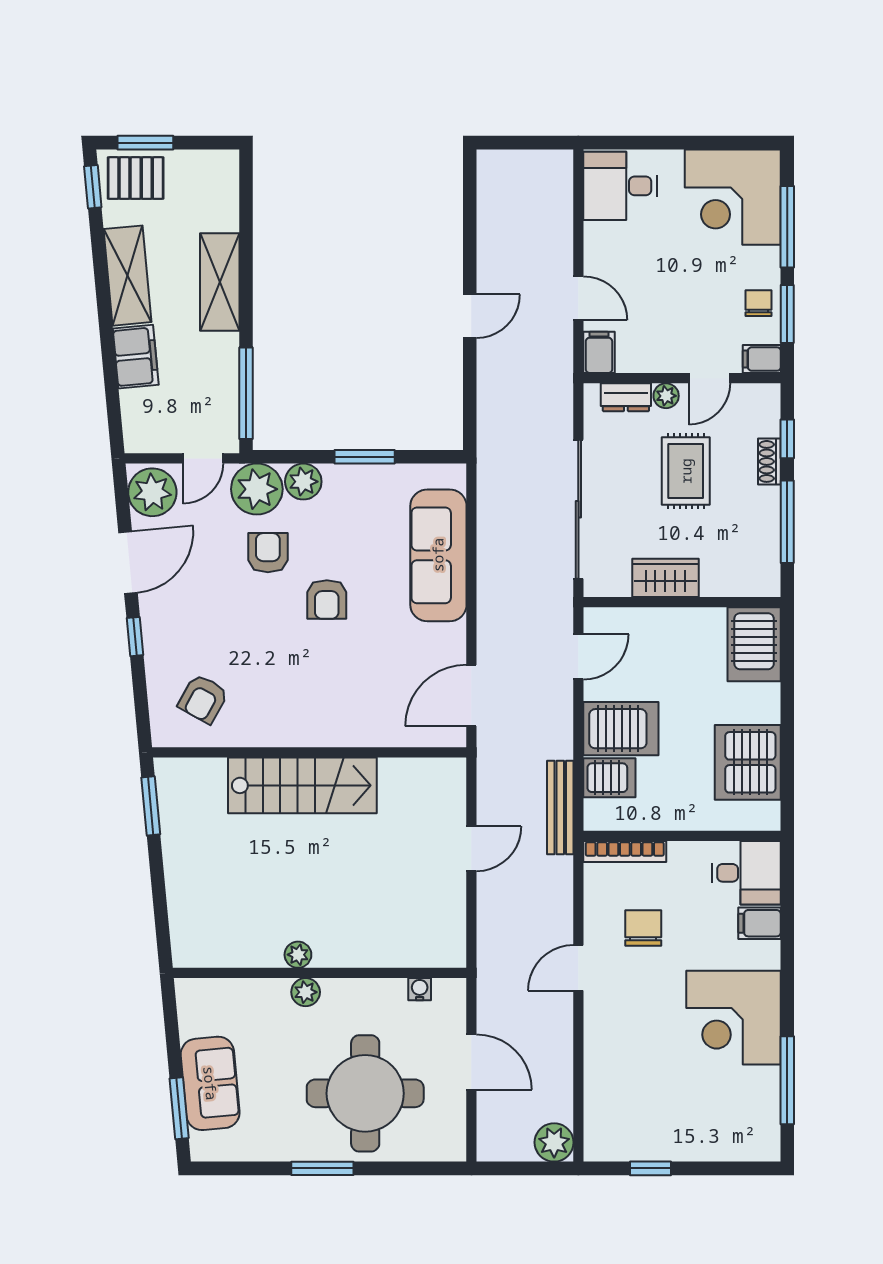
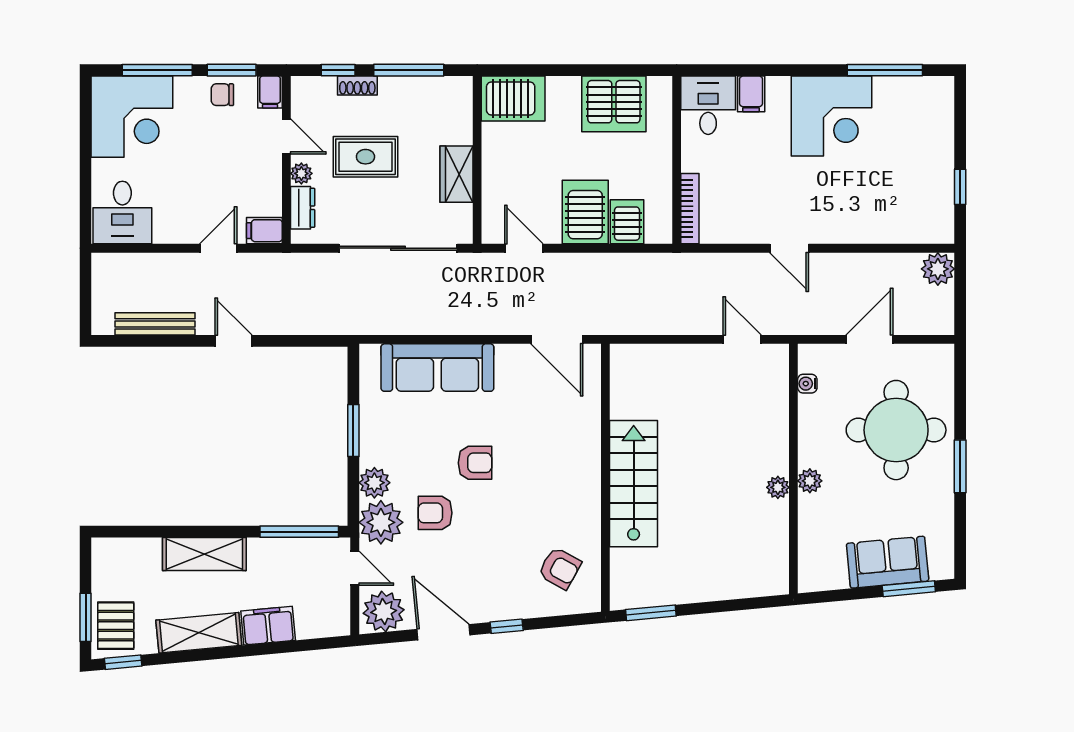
bench: (560, 808) -> (155, 324), moved
door: (471, 849) -> (742, 339), moved
chair: (643, 928) -> (755, 193), removed

